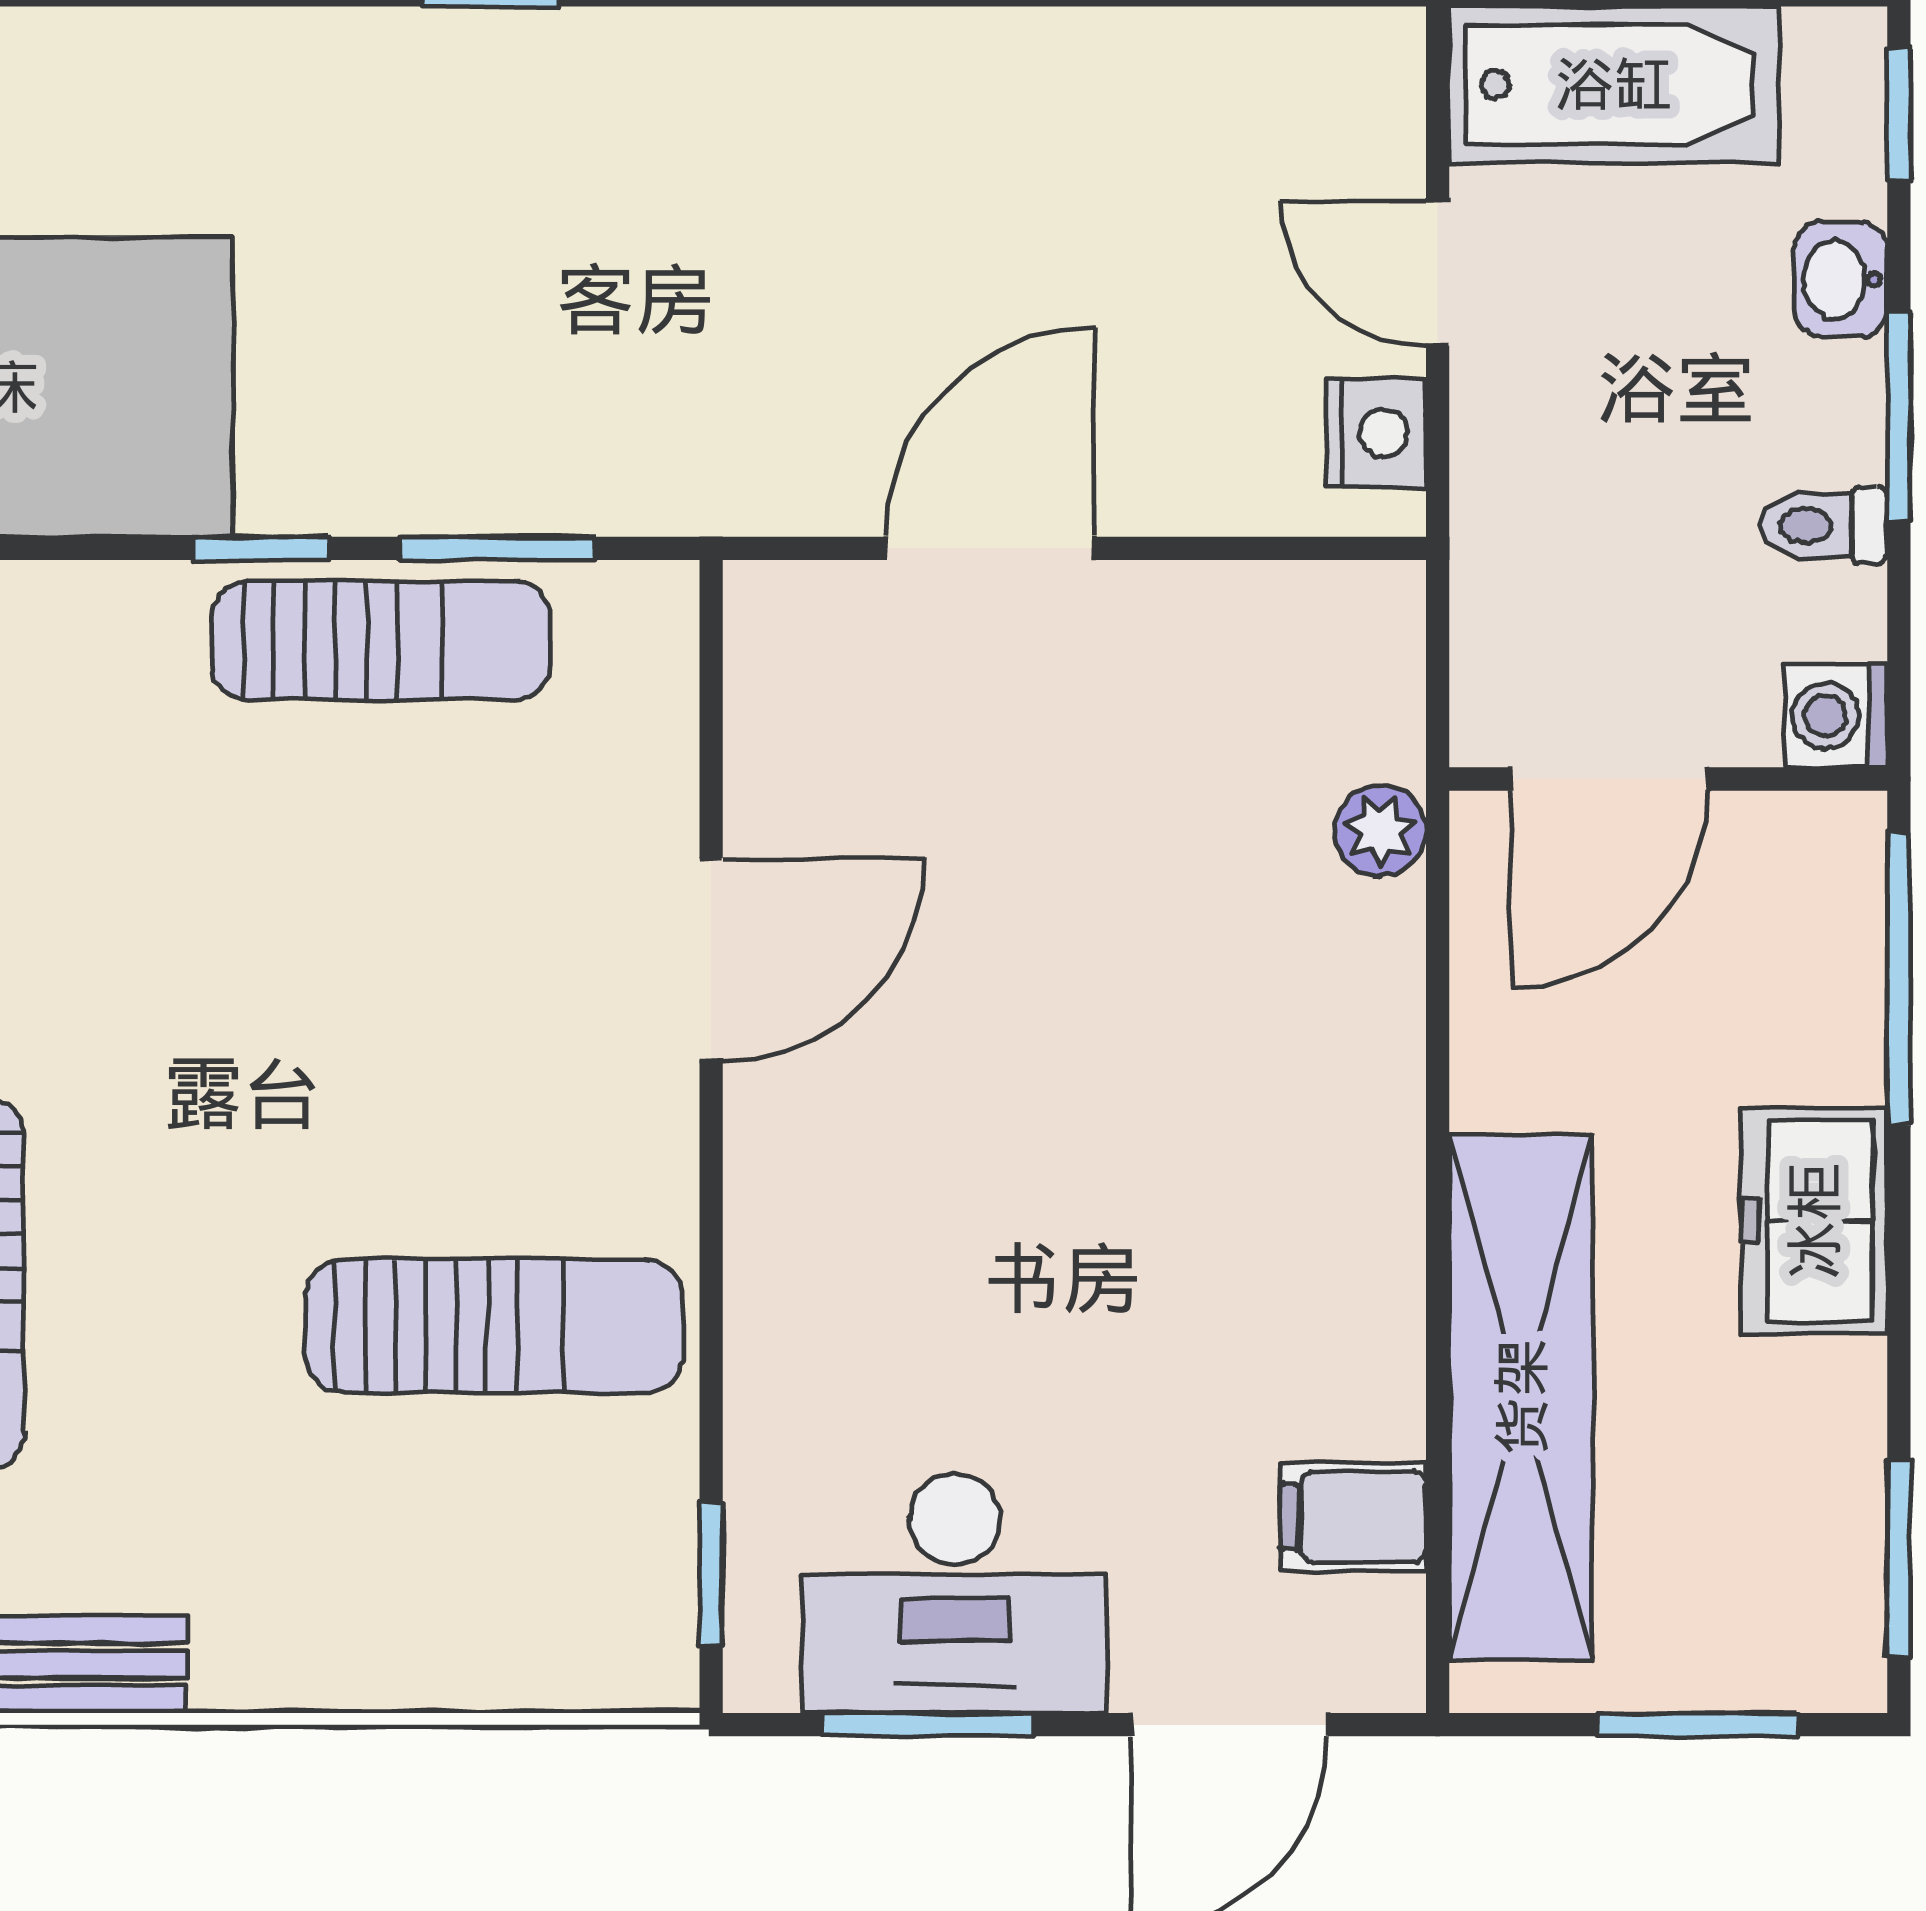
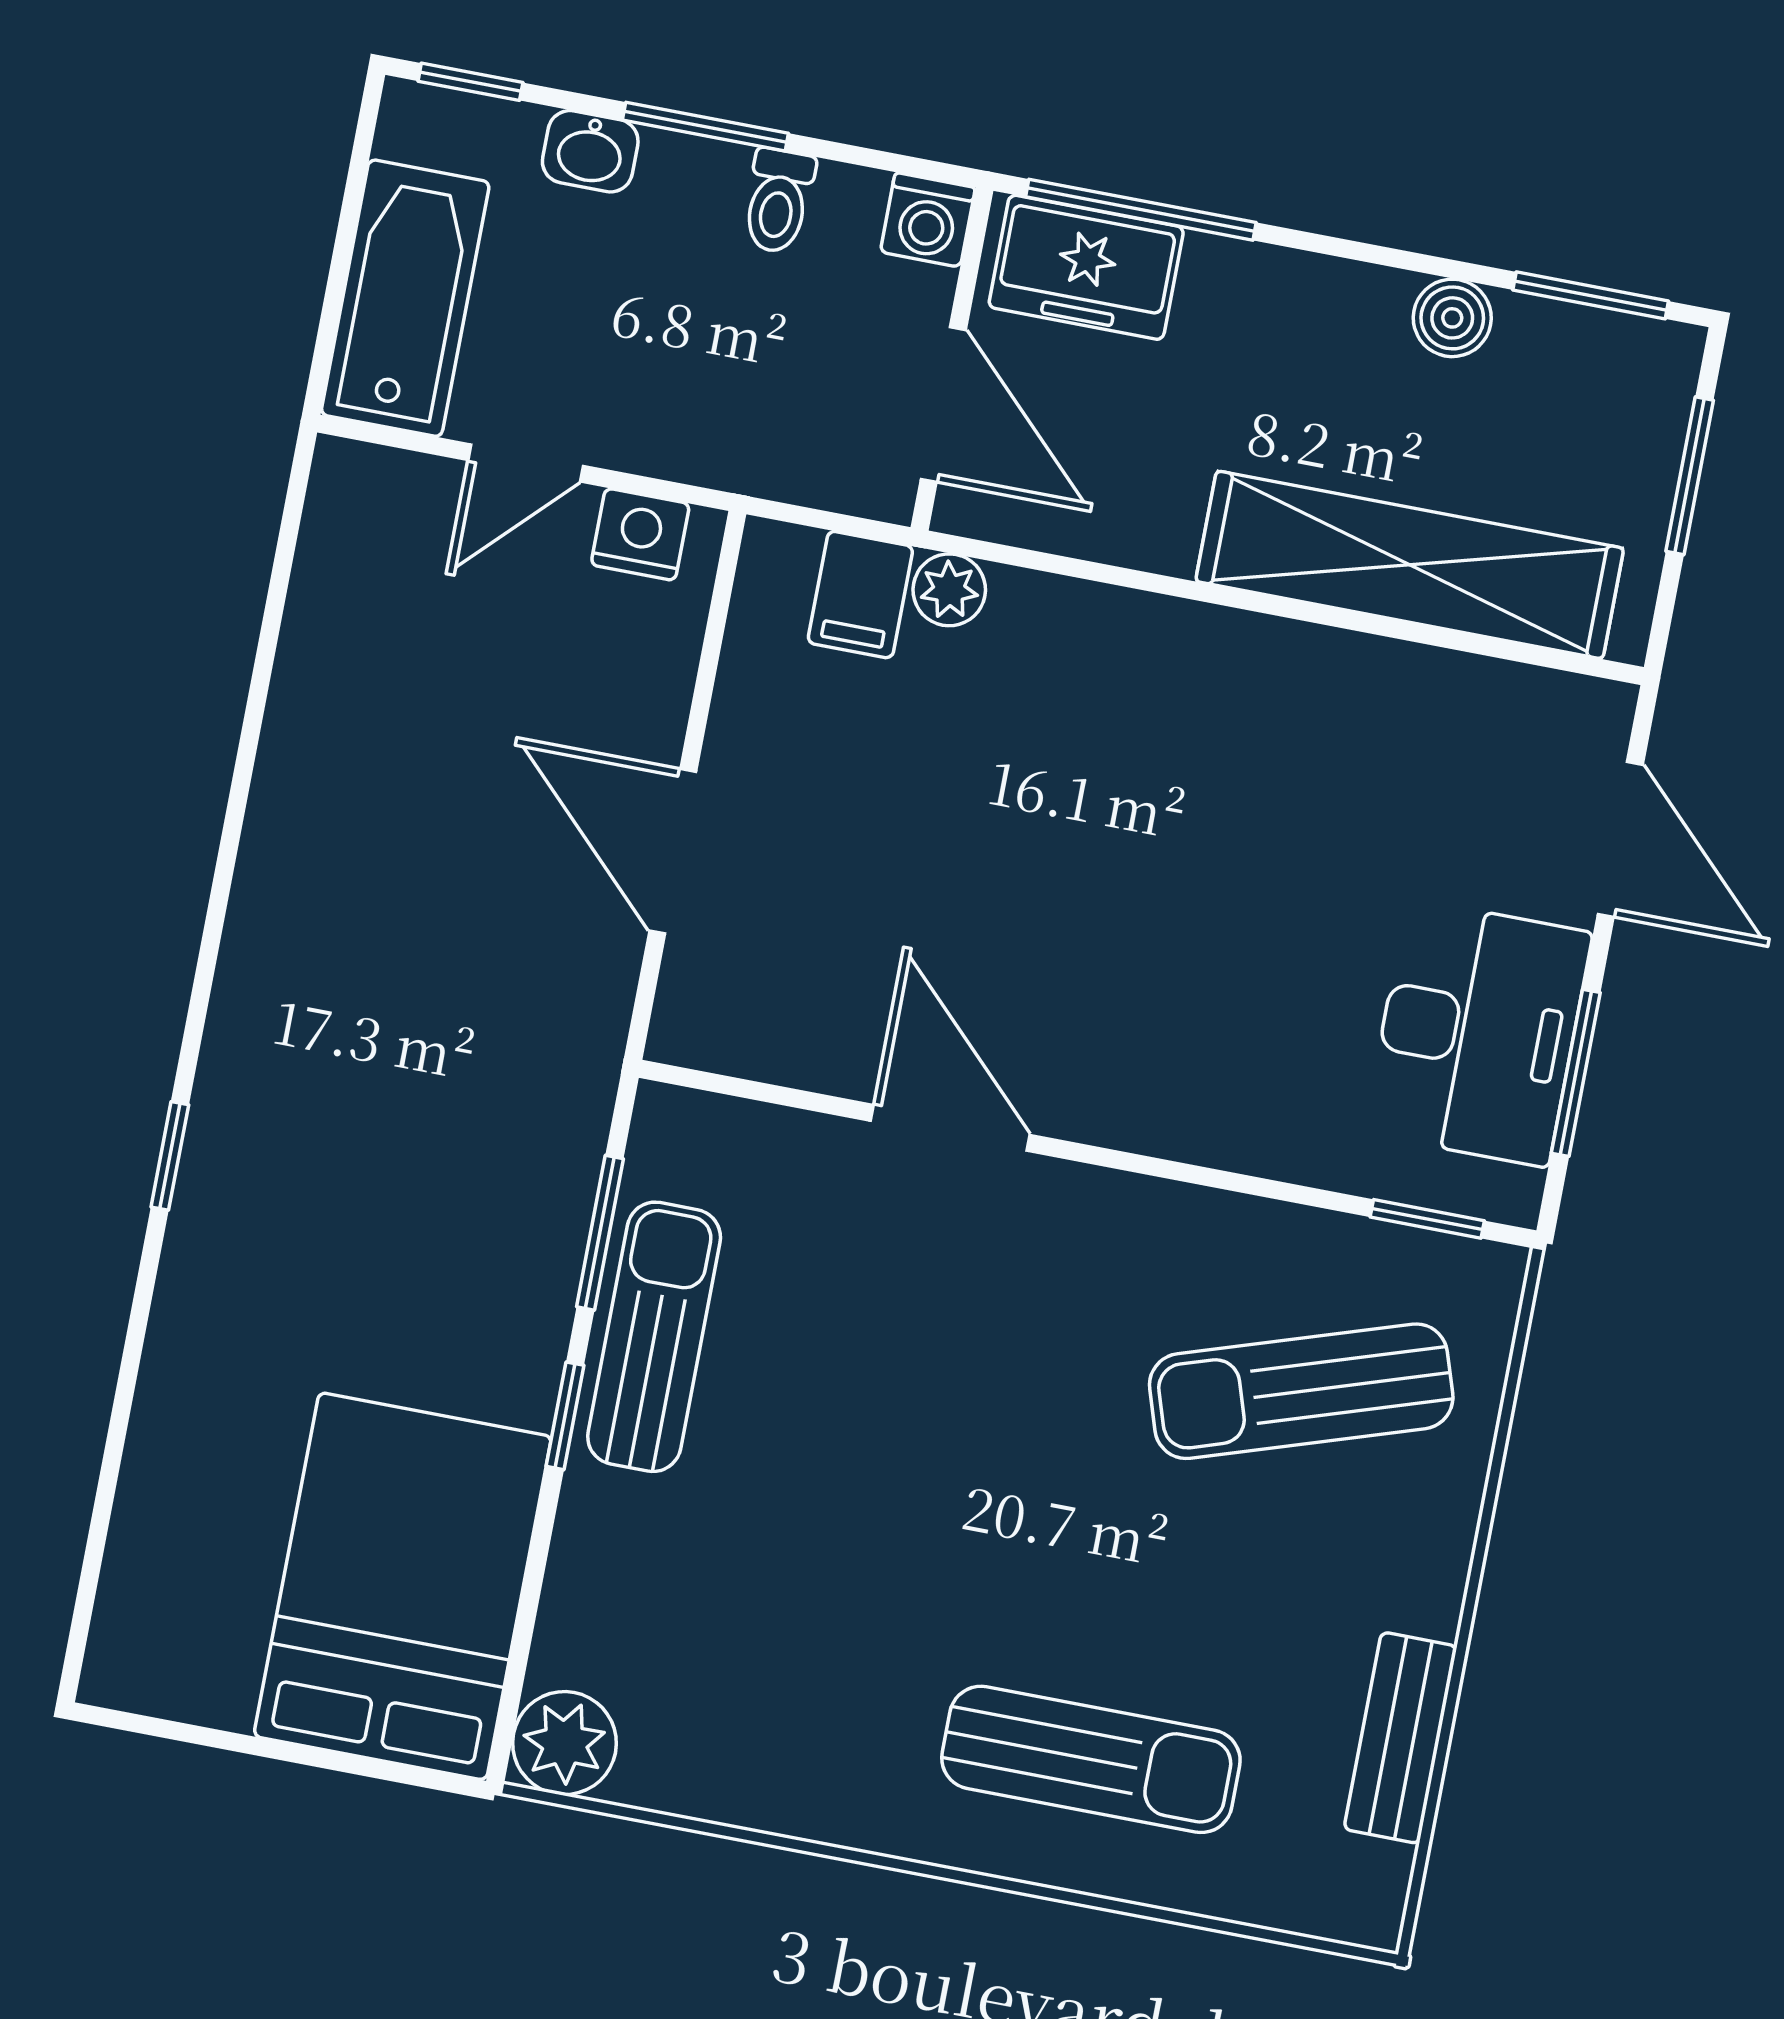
freezer: (1814, 1221) -> (1086, 267), moved
sun lounger: (494, 1326) -> (1301, 1391), moved, turned -108
boiler: (1838, 1392) -> (1452, 318), added
filing cabinet: (1353, 1517) -> (860, 595), moved

